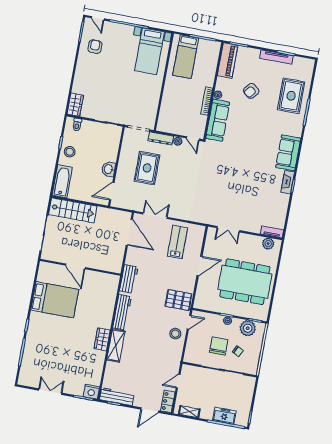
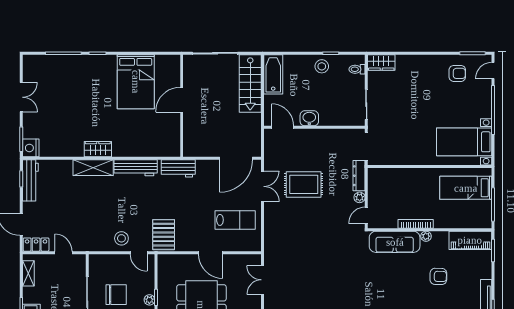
armchair: (251, 91) -> (438, 276), turned 141
rug: (147, 168) -> (304, 184), moved
bathtub: (62, 181) -> (273, 74), moved, turned -90

